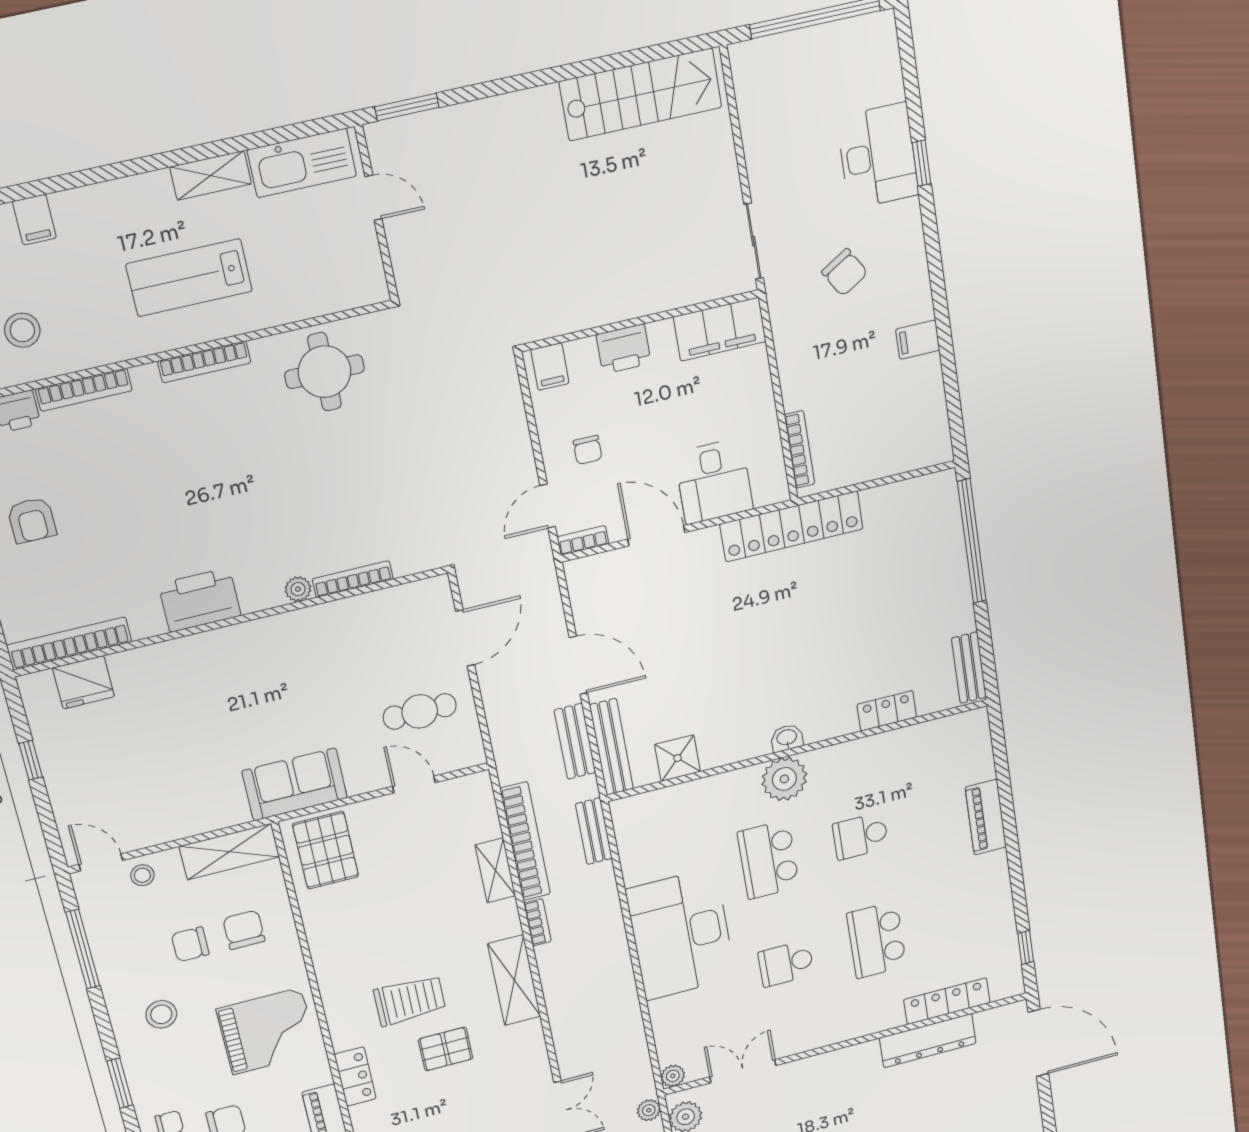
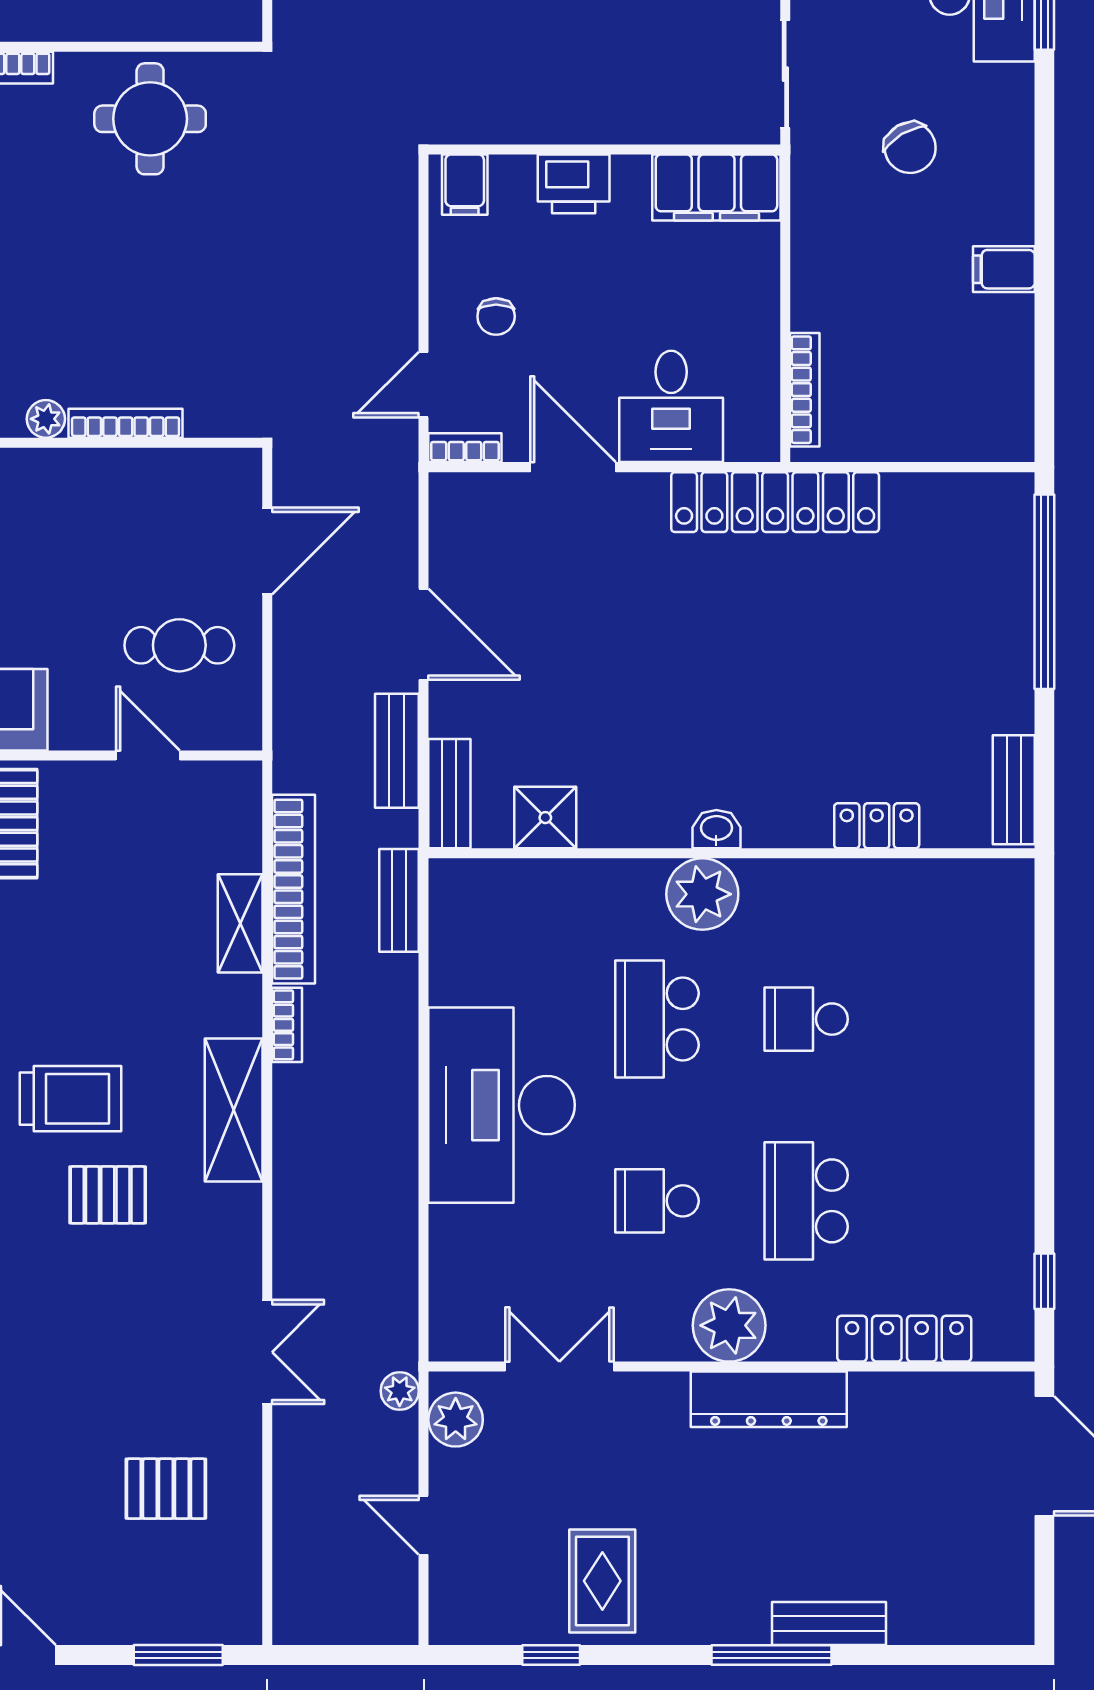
bench: (611, 747) -> (449, 794), width x0.73
piano: (986, 817) -> (1008, 1041), removed
dresser: (928, 1041) -> (769, 1399), moved
plant: (673, 1076) -> (729, 1325), moved, width x1.88, depth x1.88

